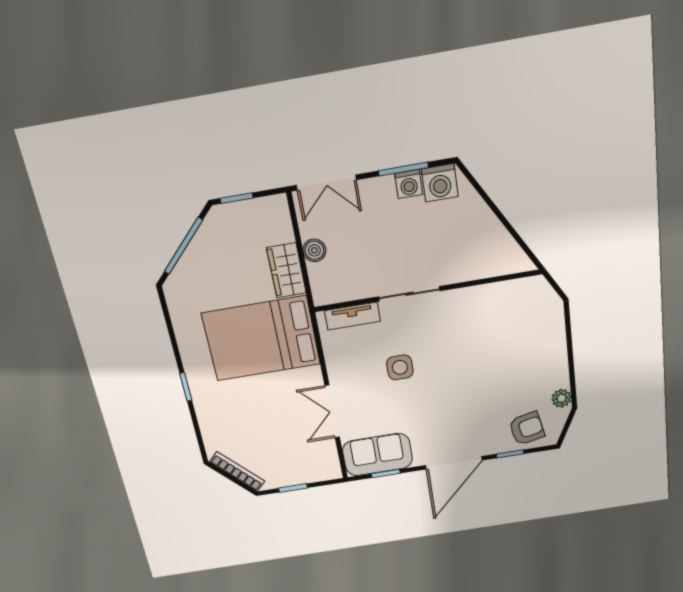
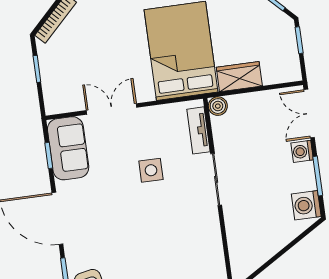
washing machine: (409, 184) -> (302, 151), moved
boiler: (314, 250) -> (218, 106), moved

